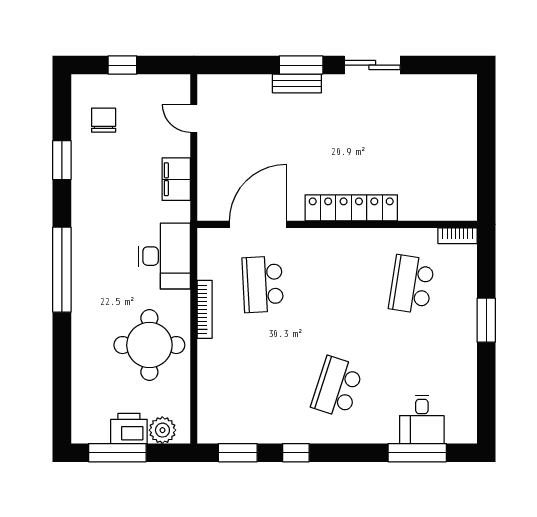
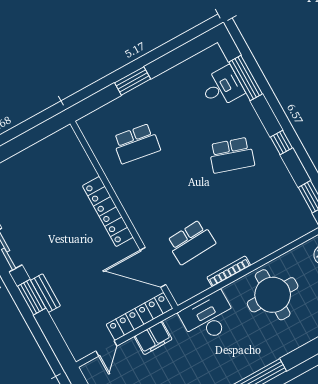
locker: (210, 177) -> (140, 316), added
bookcase: (457, 236) -> (87, 131), removed
window: (296, 453) -> (281, 143), moved

